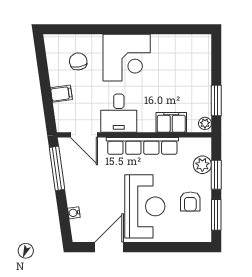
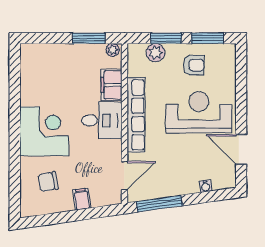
desk: (119, 113) -> (102, 120), moved

